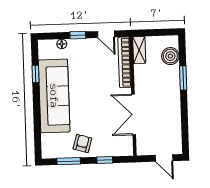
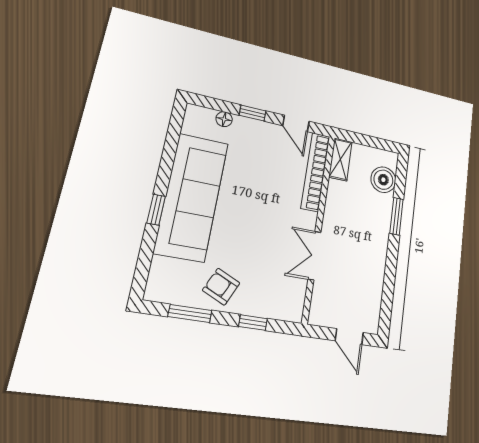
window: (35, 74) -> (156, 210), moved
double door: (134, 114) -> (314, 256), width x0.73
armchair: (82, 143) -> (221, 287), turned -81

